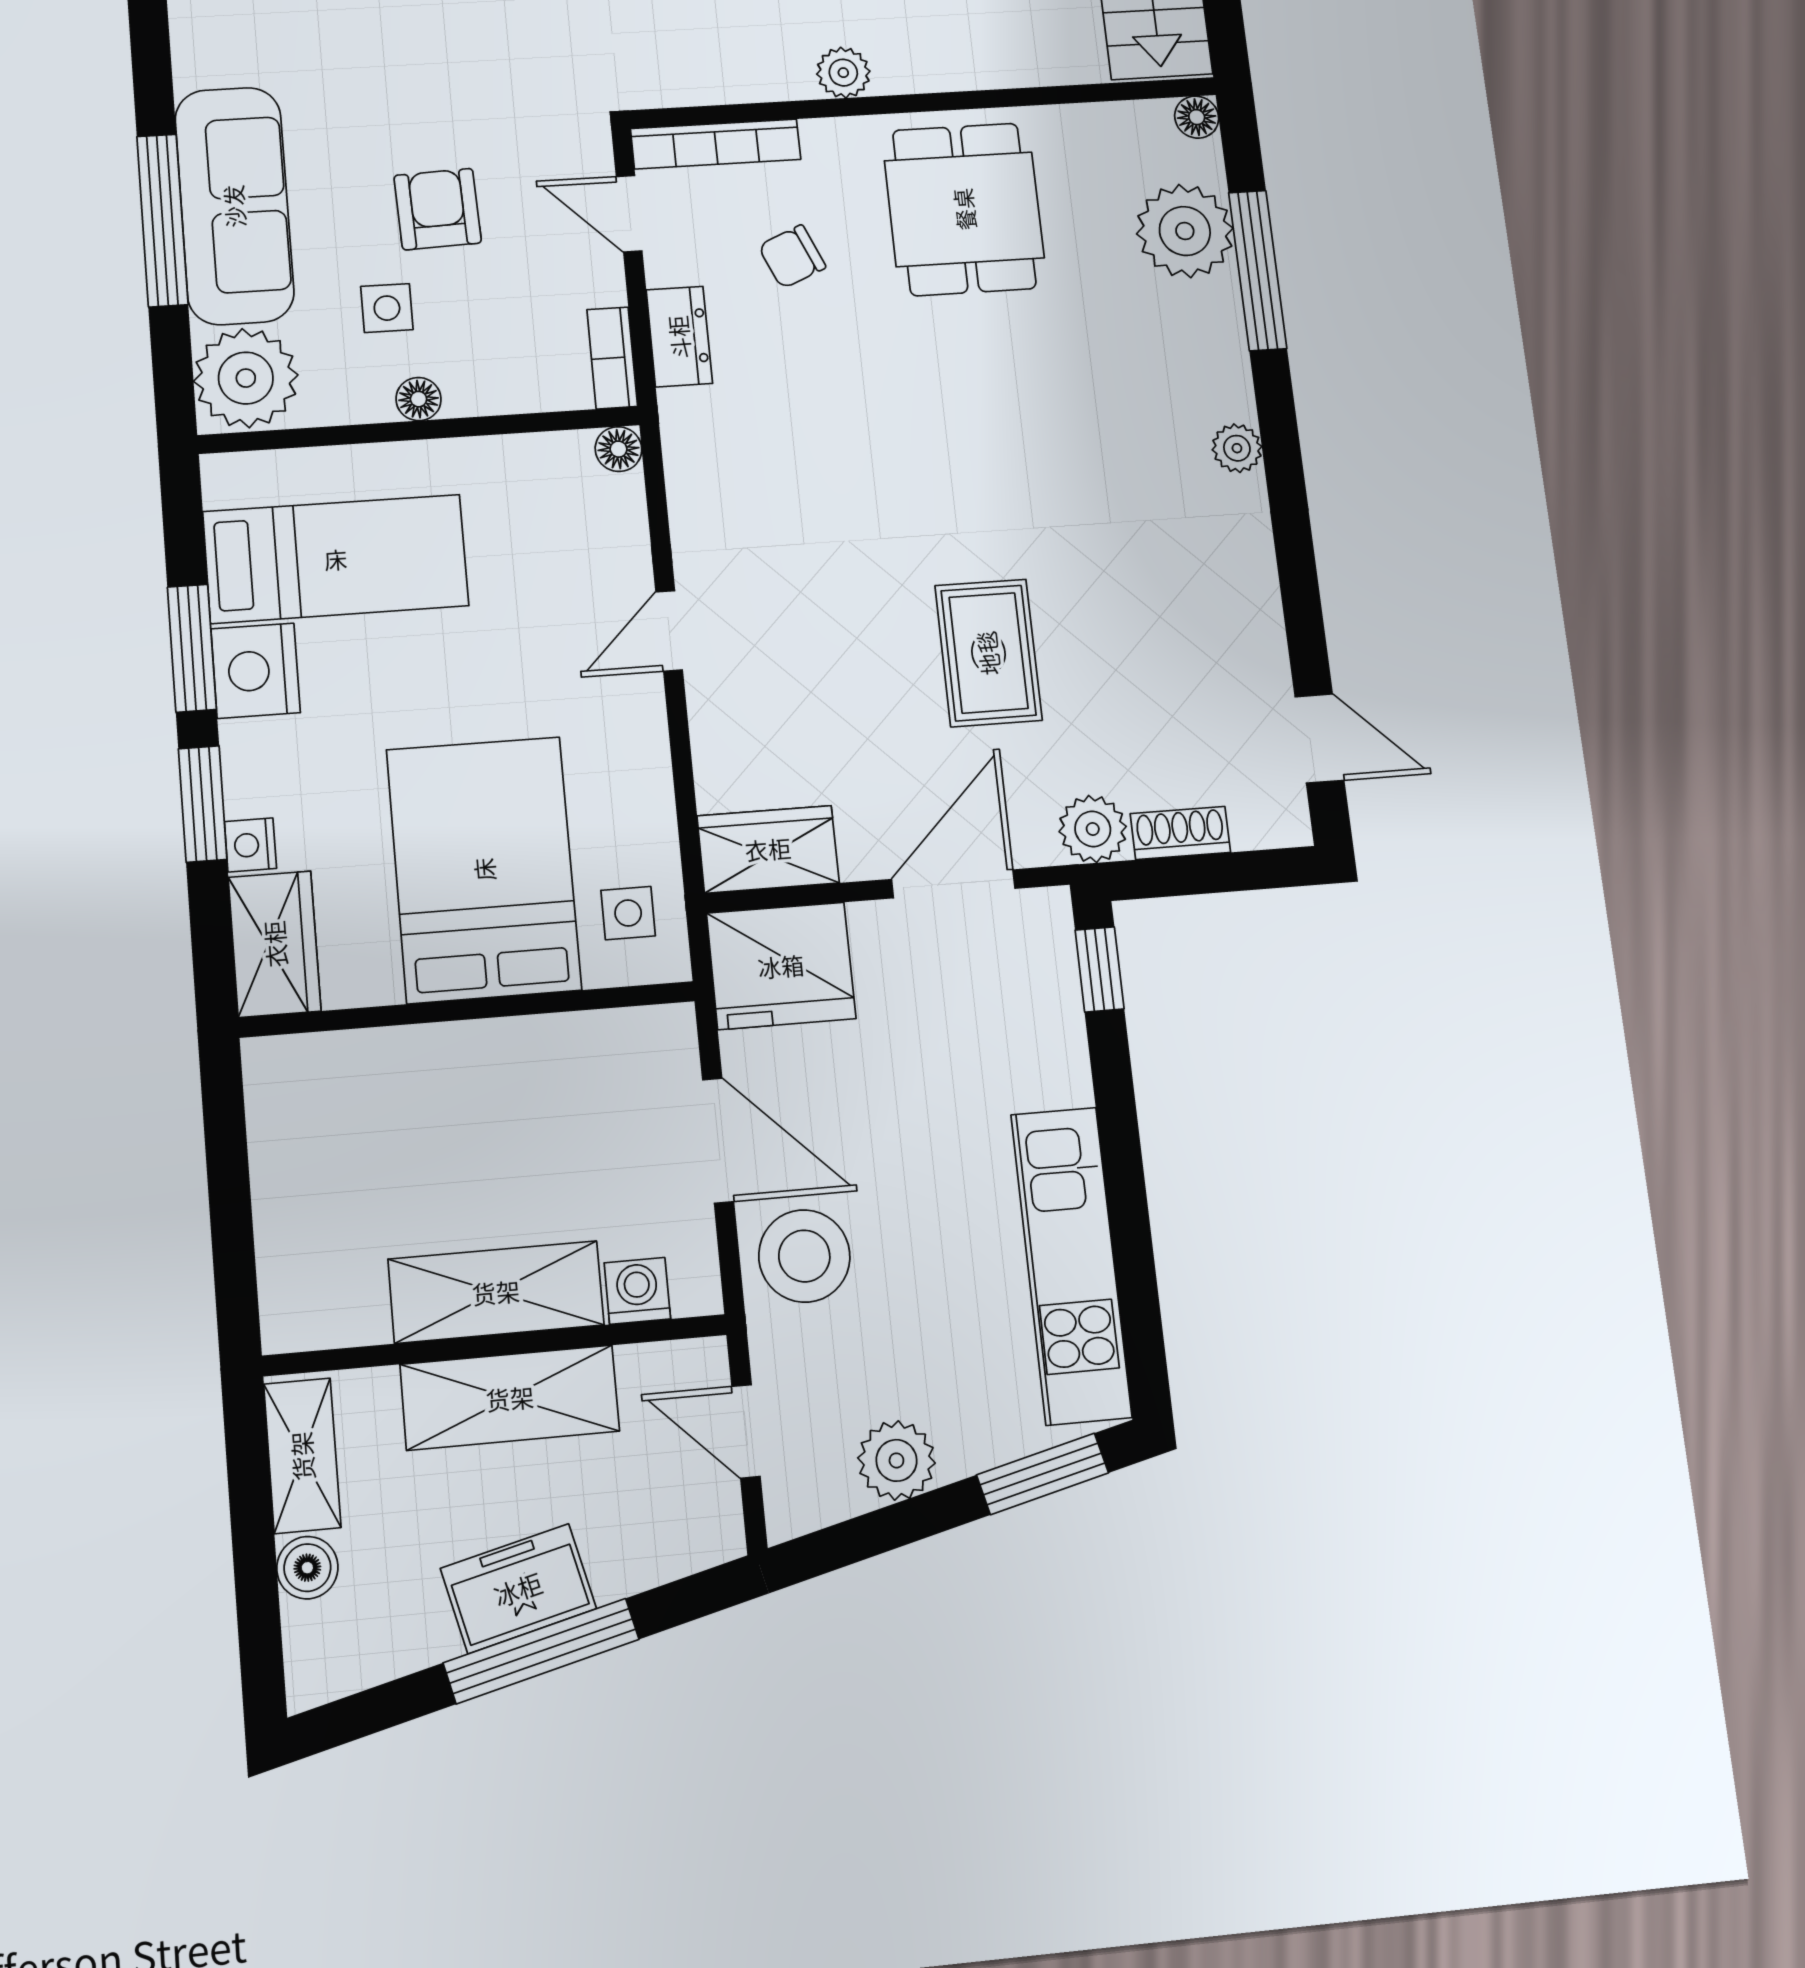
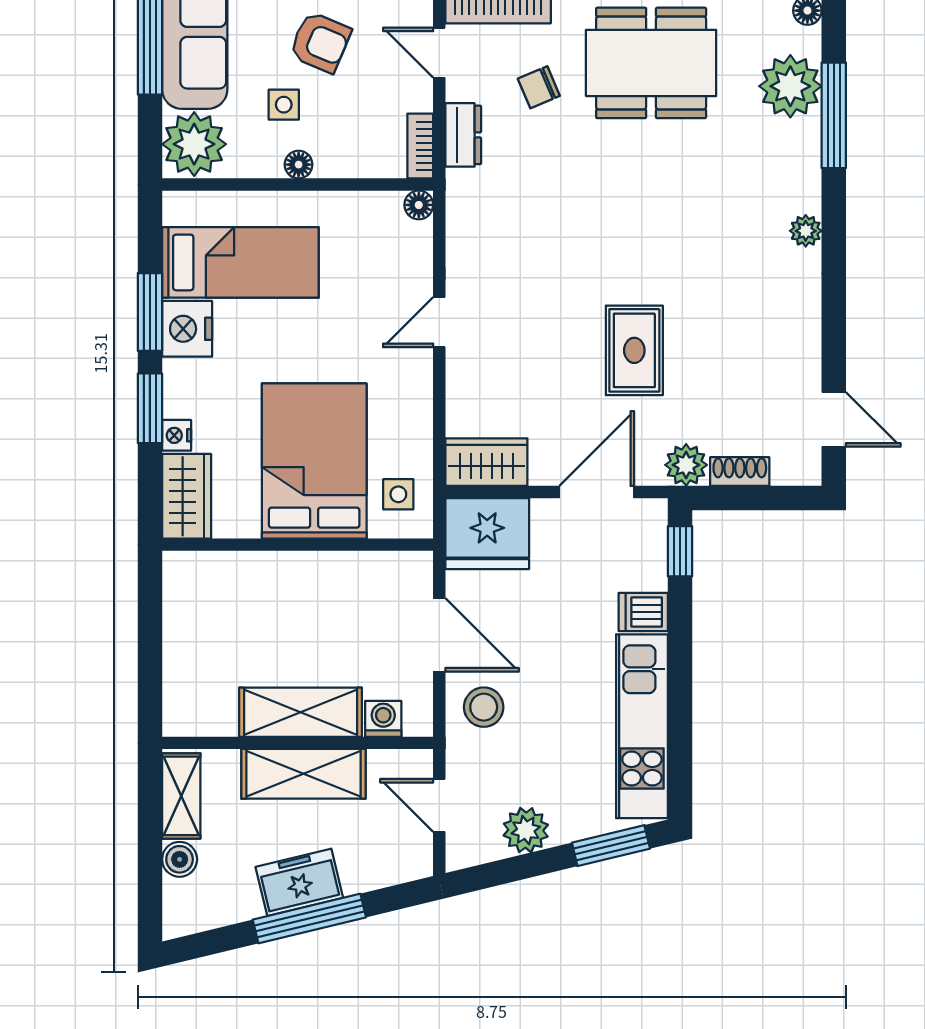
armchair: (438, 209) -> (320, 42), turned 115
dining table: (964, 209) -> (651, 63), width x1.37
dishwasher: (1051, 1074) -> (643, 612), added
stool: (804, 1256) -> (484, 707), width x0.73, depth x0.73

